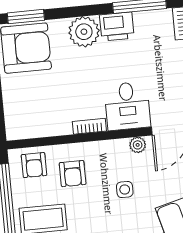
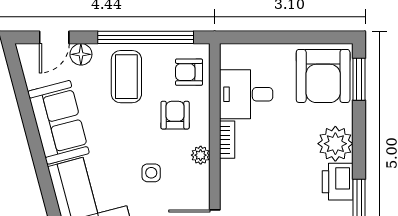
desk: (127, 106) -> (246, 94), moved
plant: (138, 145) -> (201, 155), moved
armchair: (73, 174) -> (175, 115), turned 90

